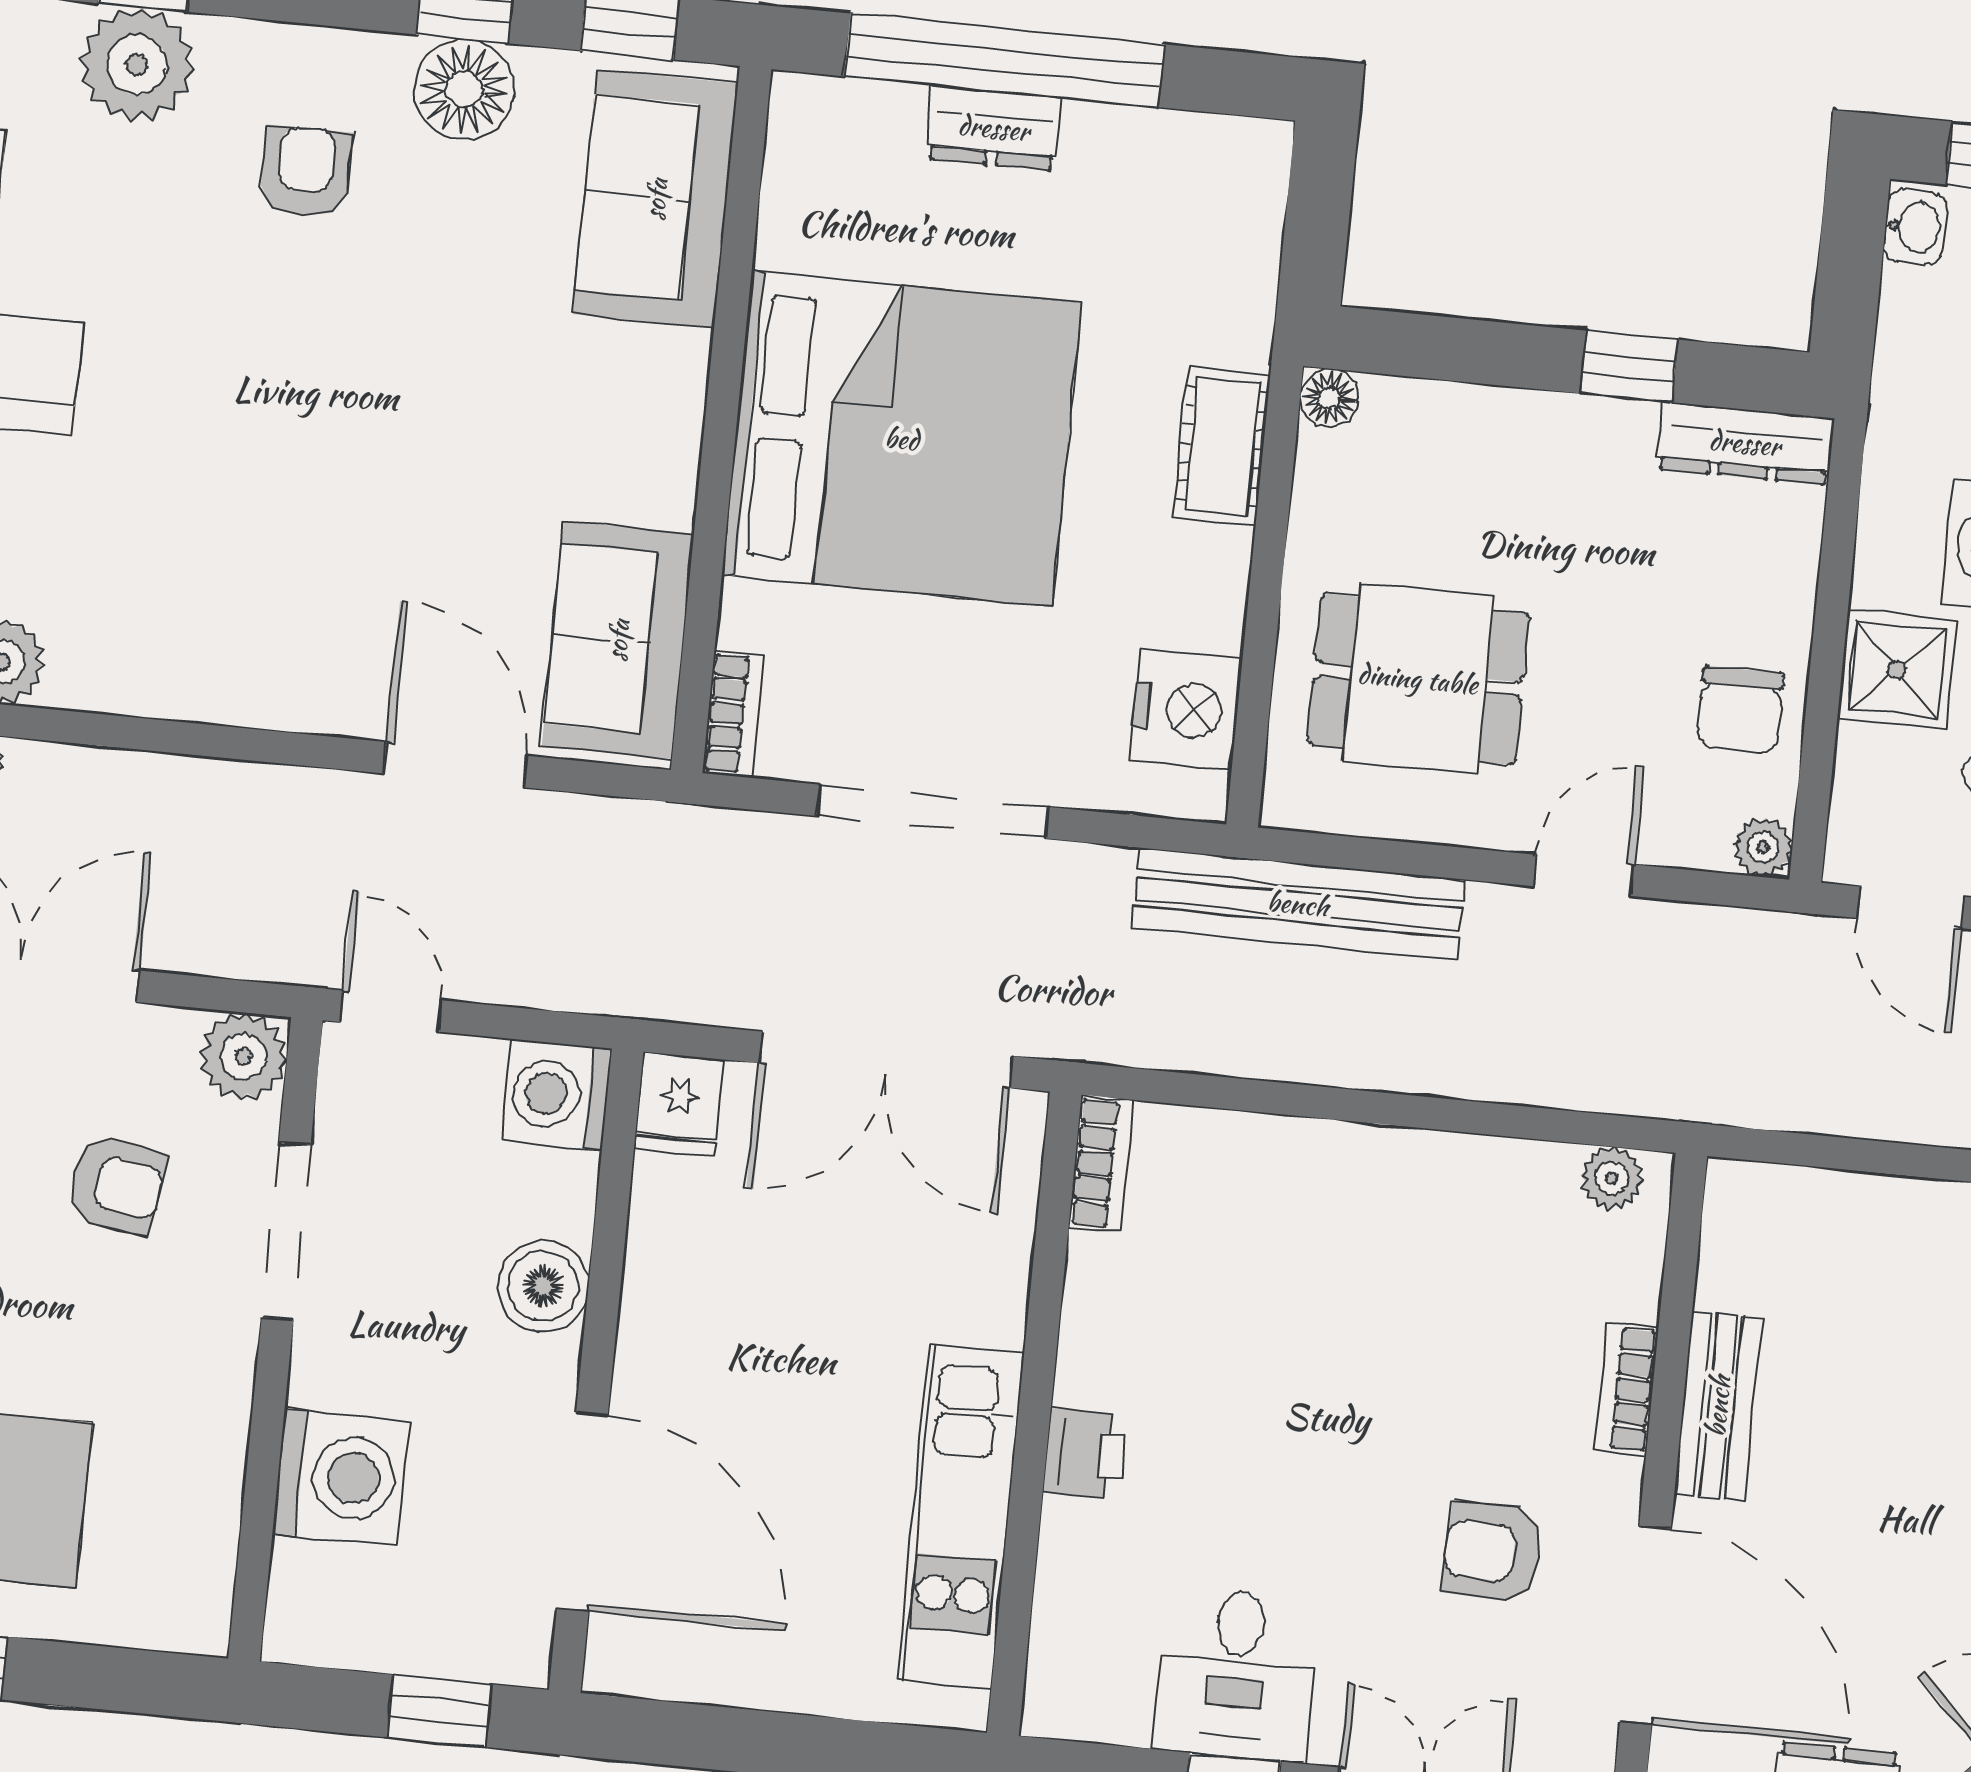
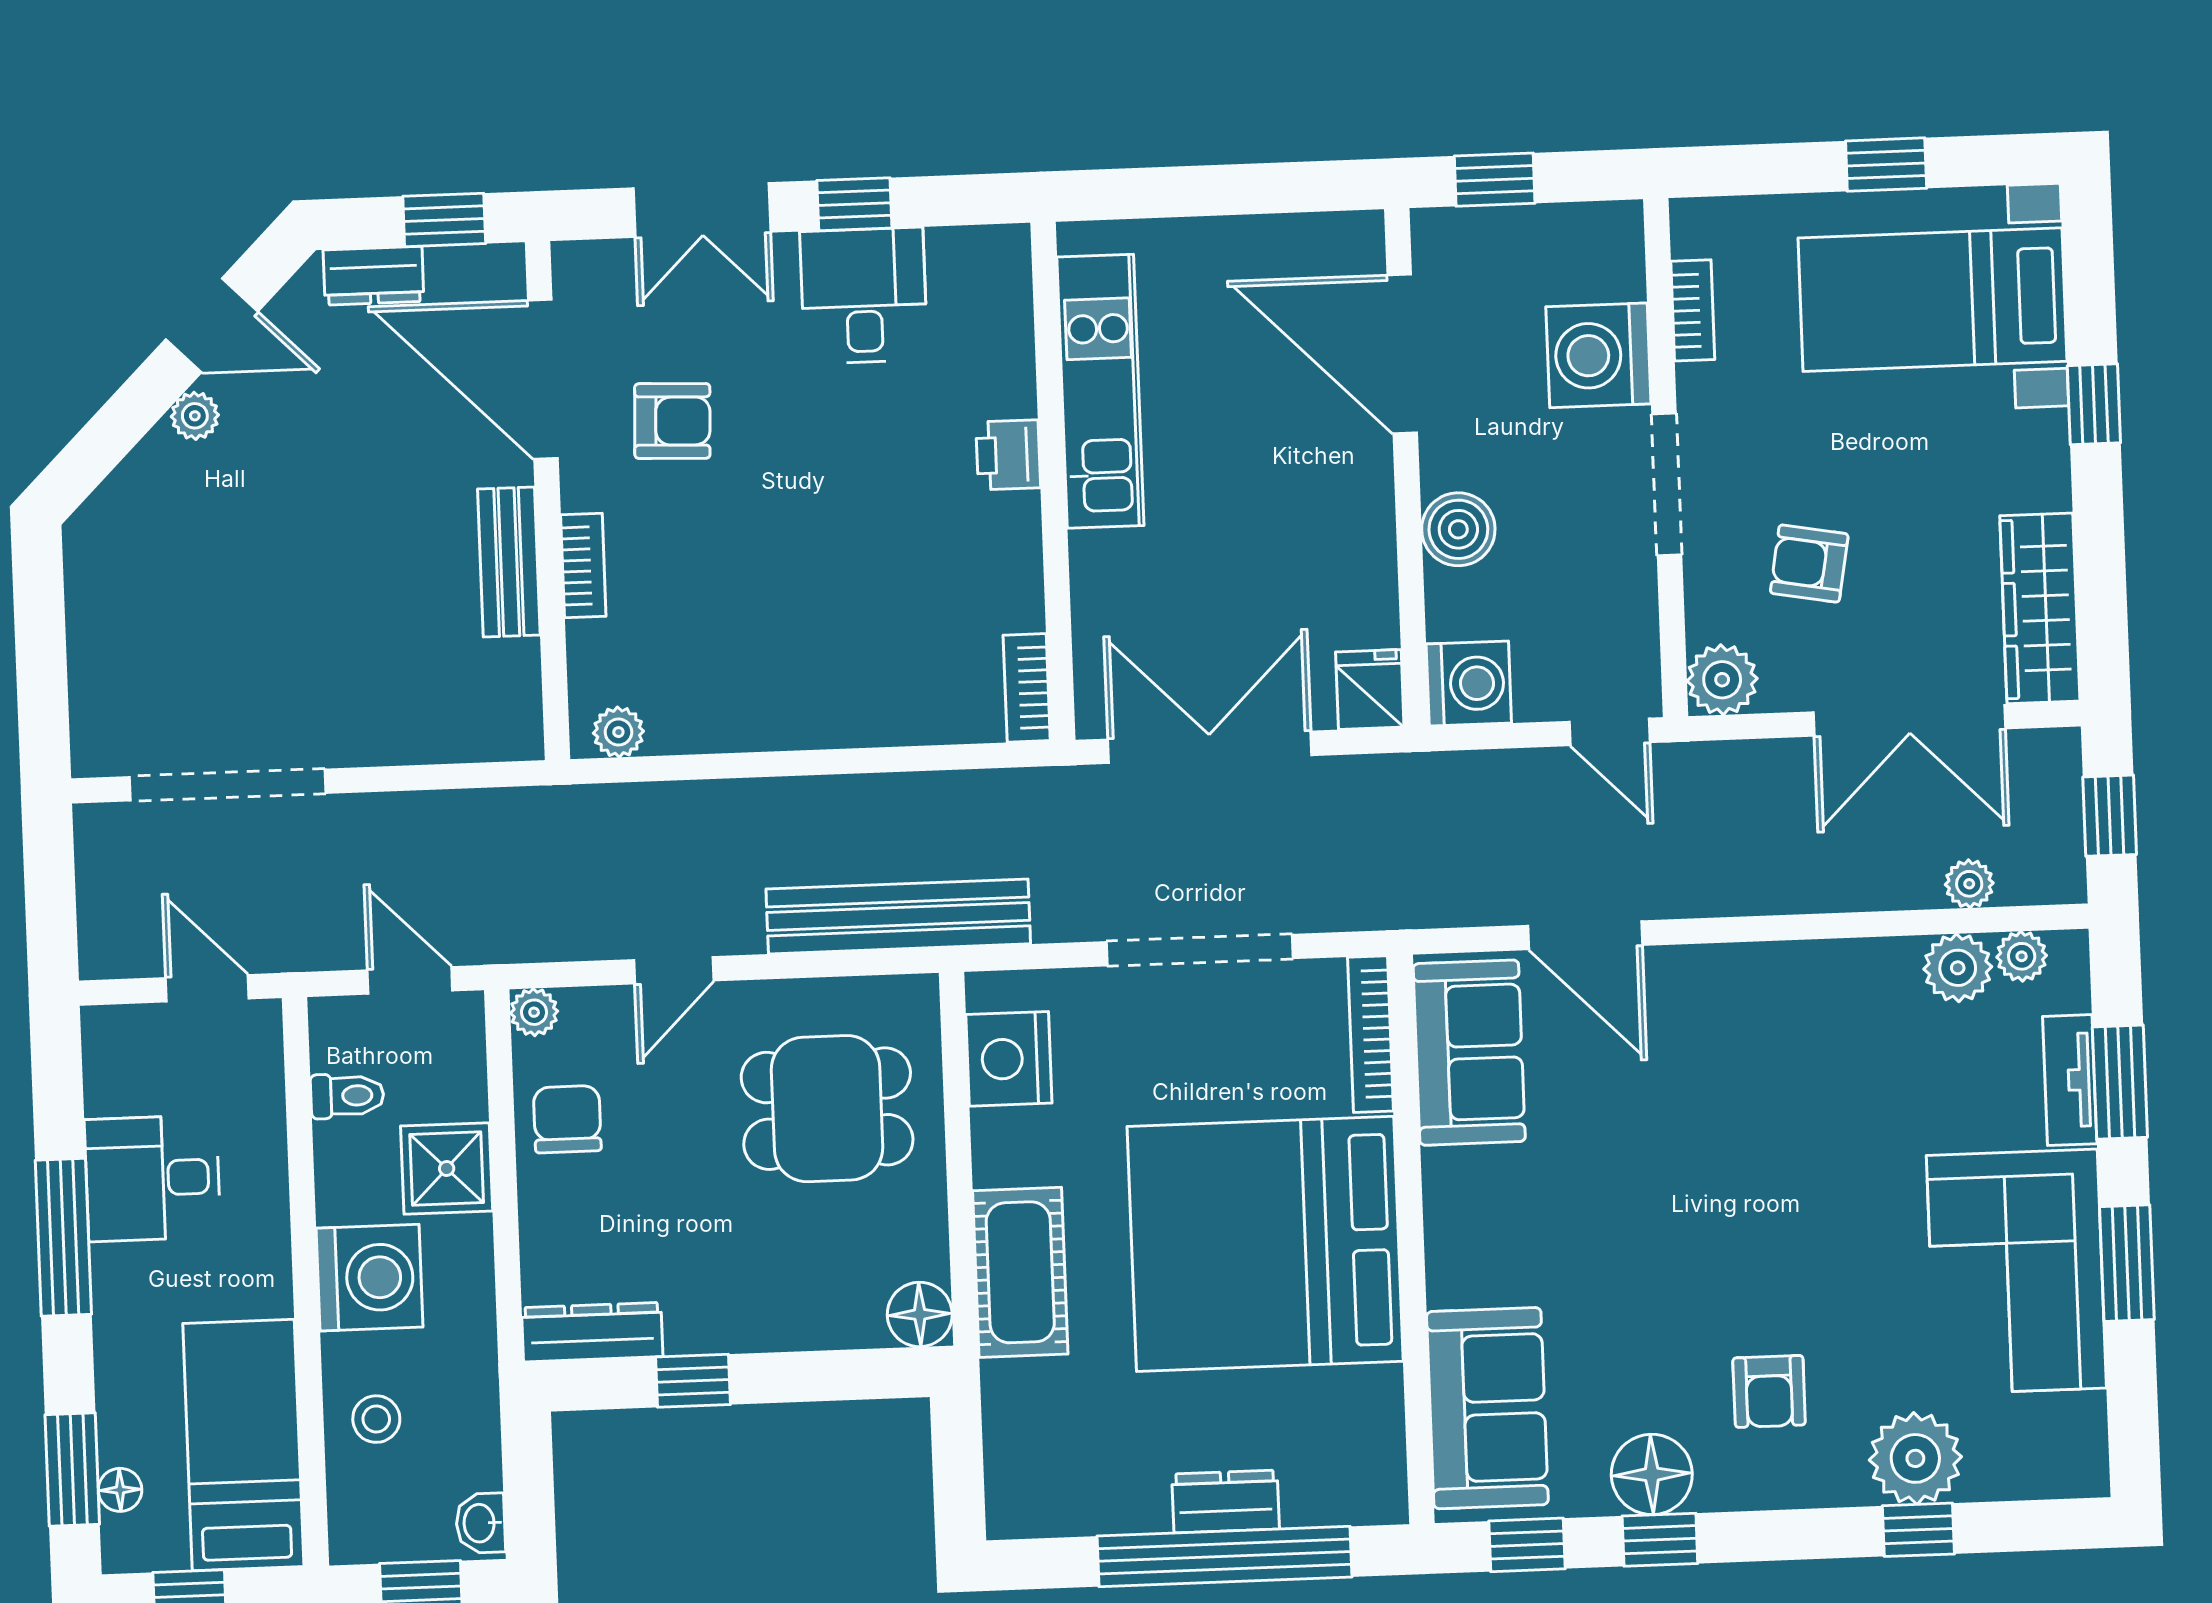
floor lamp: (1329, 398) -> (920, 1314), width x1.37, depth x1.37
cot: (1222, 446) -> (1020, 1272), width x1.37, depth x1.34
bookcase: (733, 714) -> (1371, 1034), width x1.56
doorway: (286, 1231) -> (1667, 485), moved
bookcase: (217, 1516) -> (1693, 310), added

